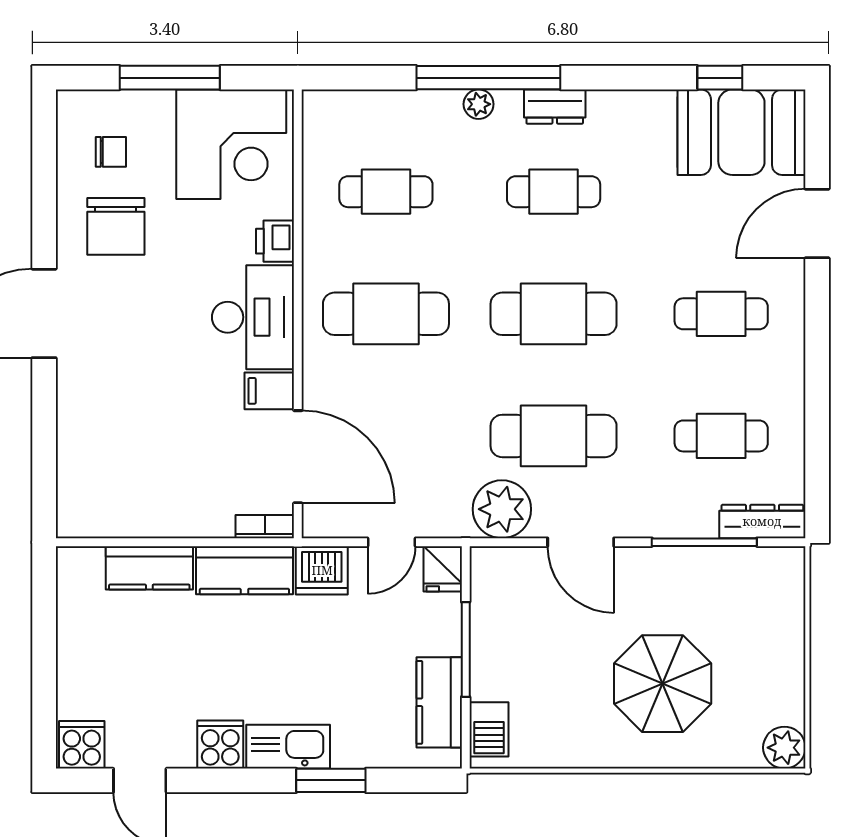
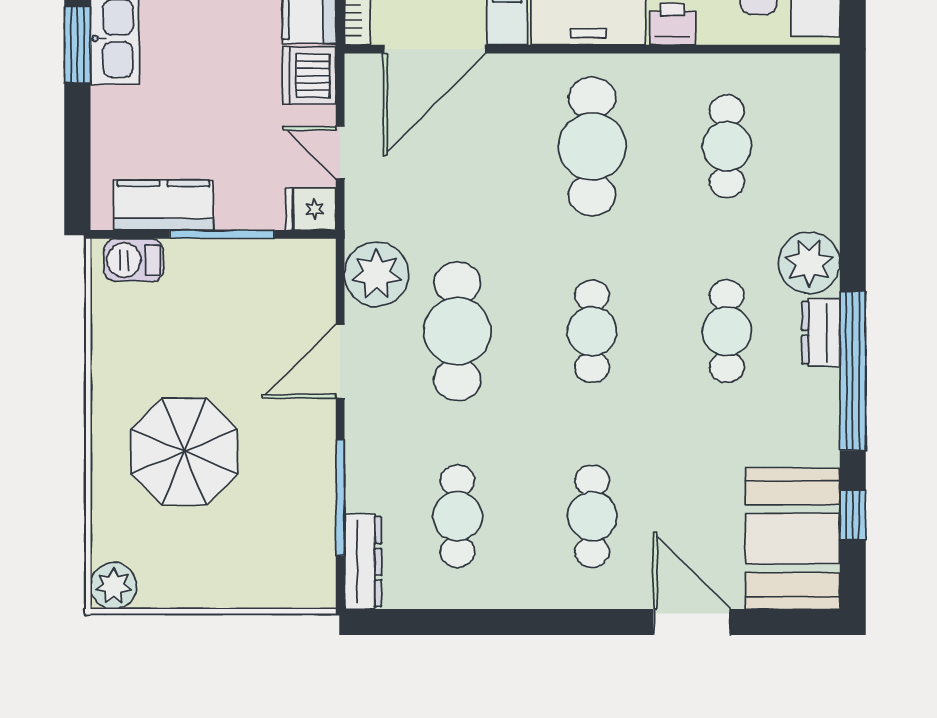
window: (488, 78) -> (853, 371), moved
plant: (479, 104) -> (809, 263), width x1.88, depth x1.88
cafe table: (554, 314) -> (592, 331), width x0.73, depth x0.74
window: (331, 780) -> (77, 45), moved

